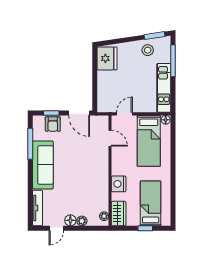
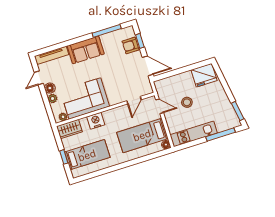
stool: (148, 50) -> (187, 102), moved
door: (79, 113) -> (148, 66), swing flipped
sofa: (43, 165) -> (86, 50), width x0.73
corner sofa: (92, 188) -> (85, 98), added
door: (56, 228) -> (39, 78), hinge flipped

